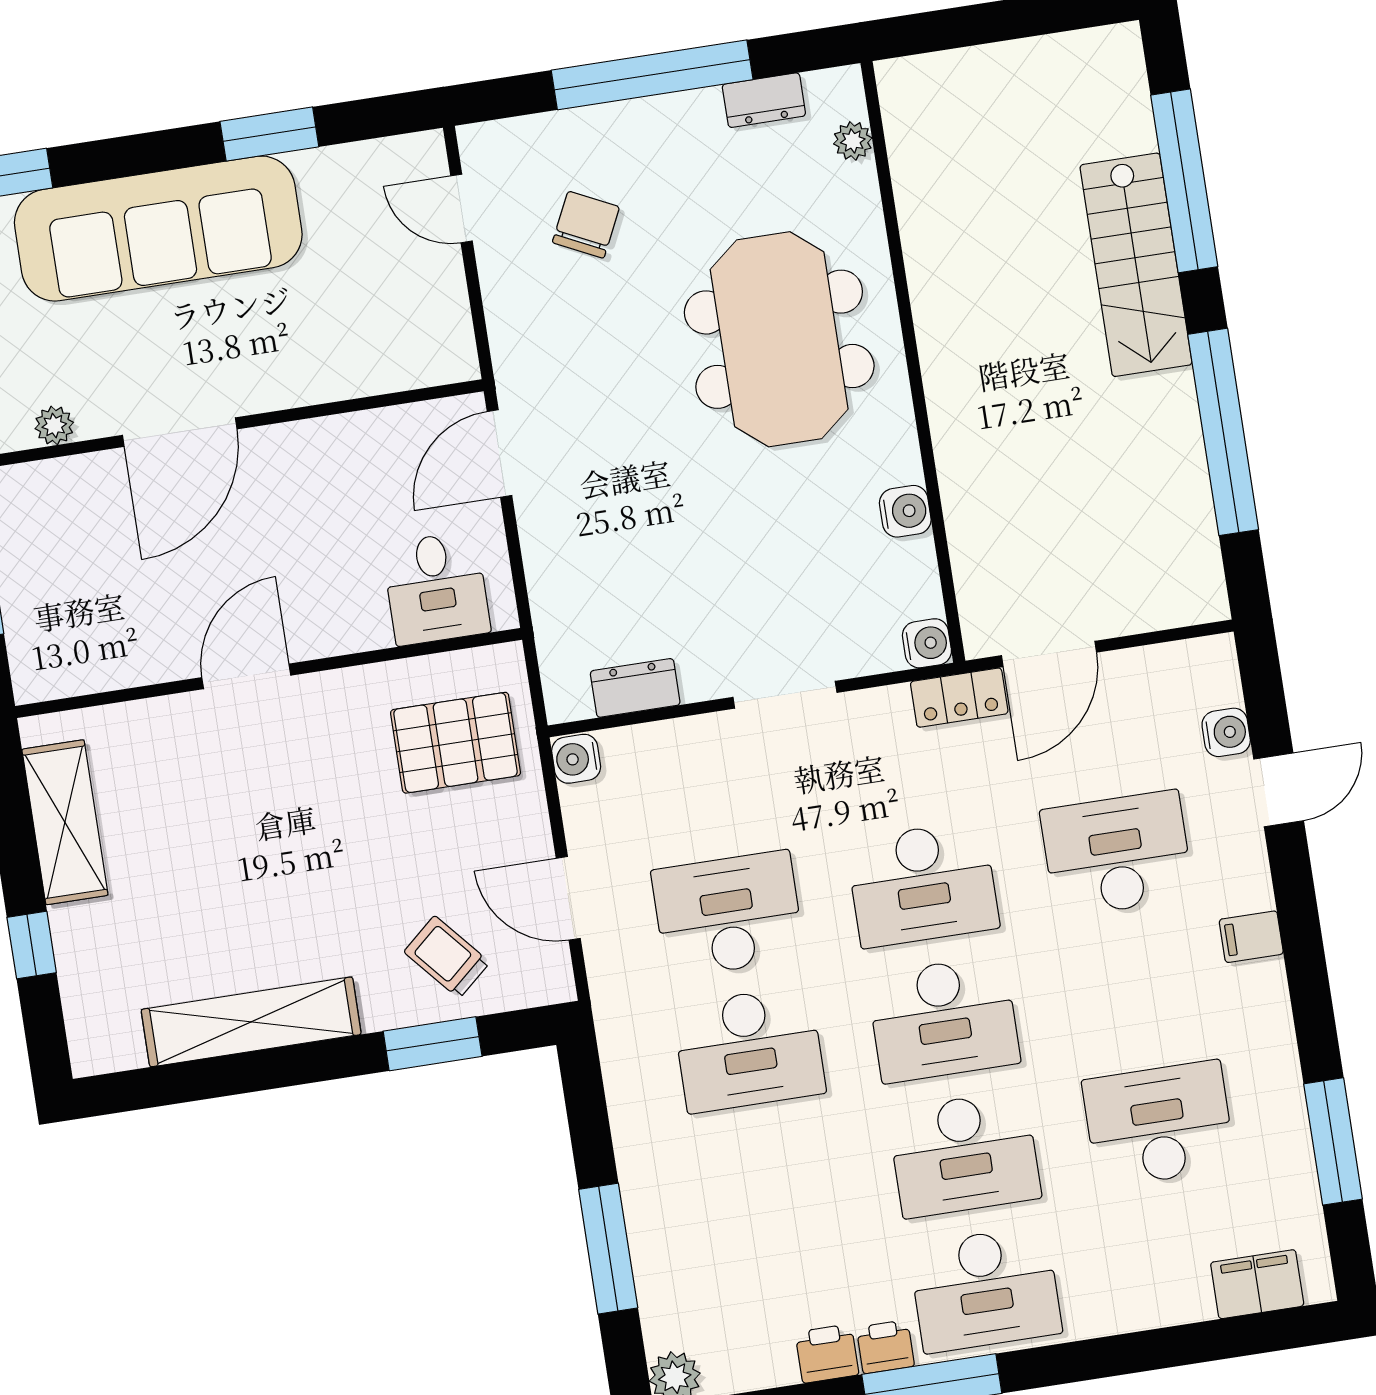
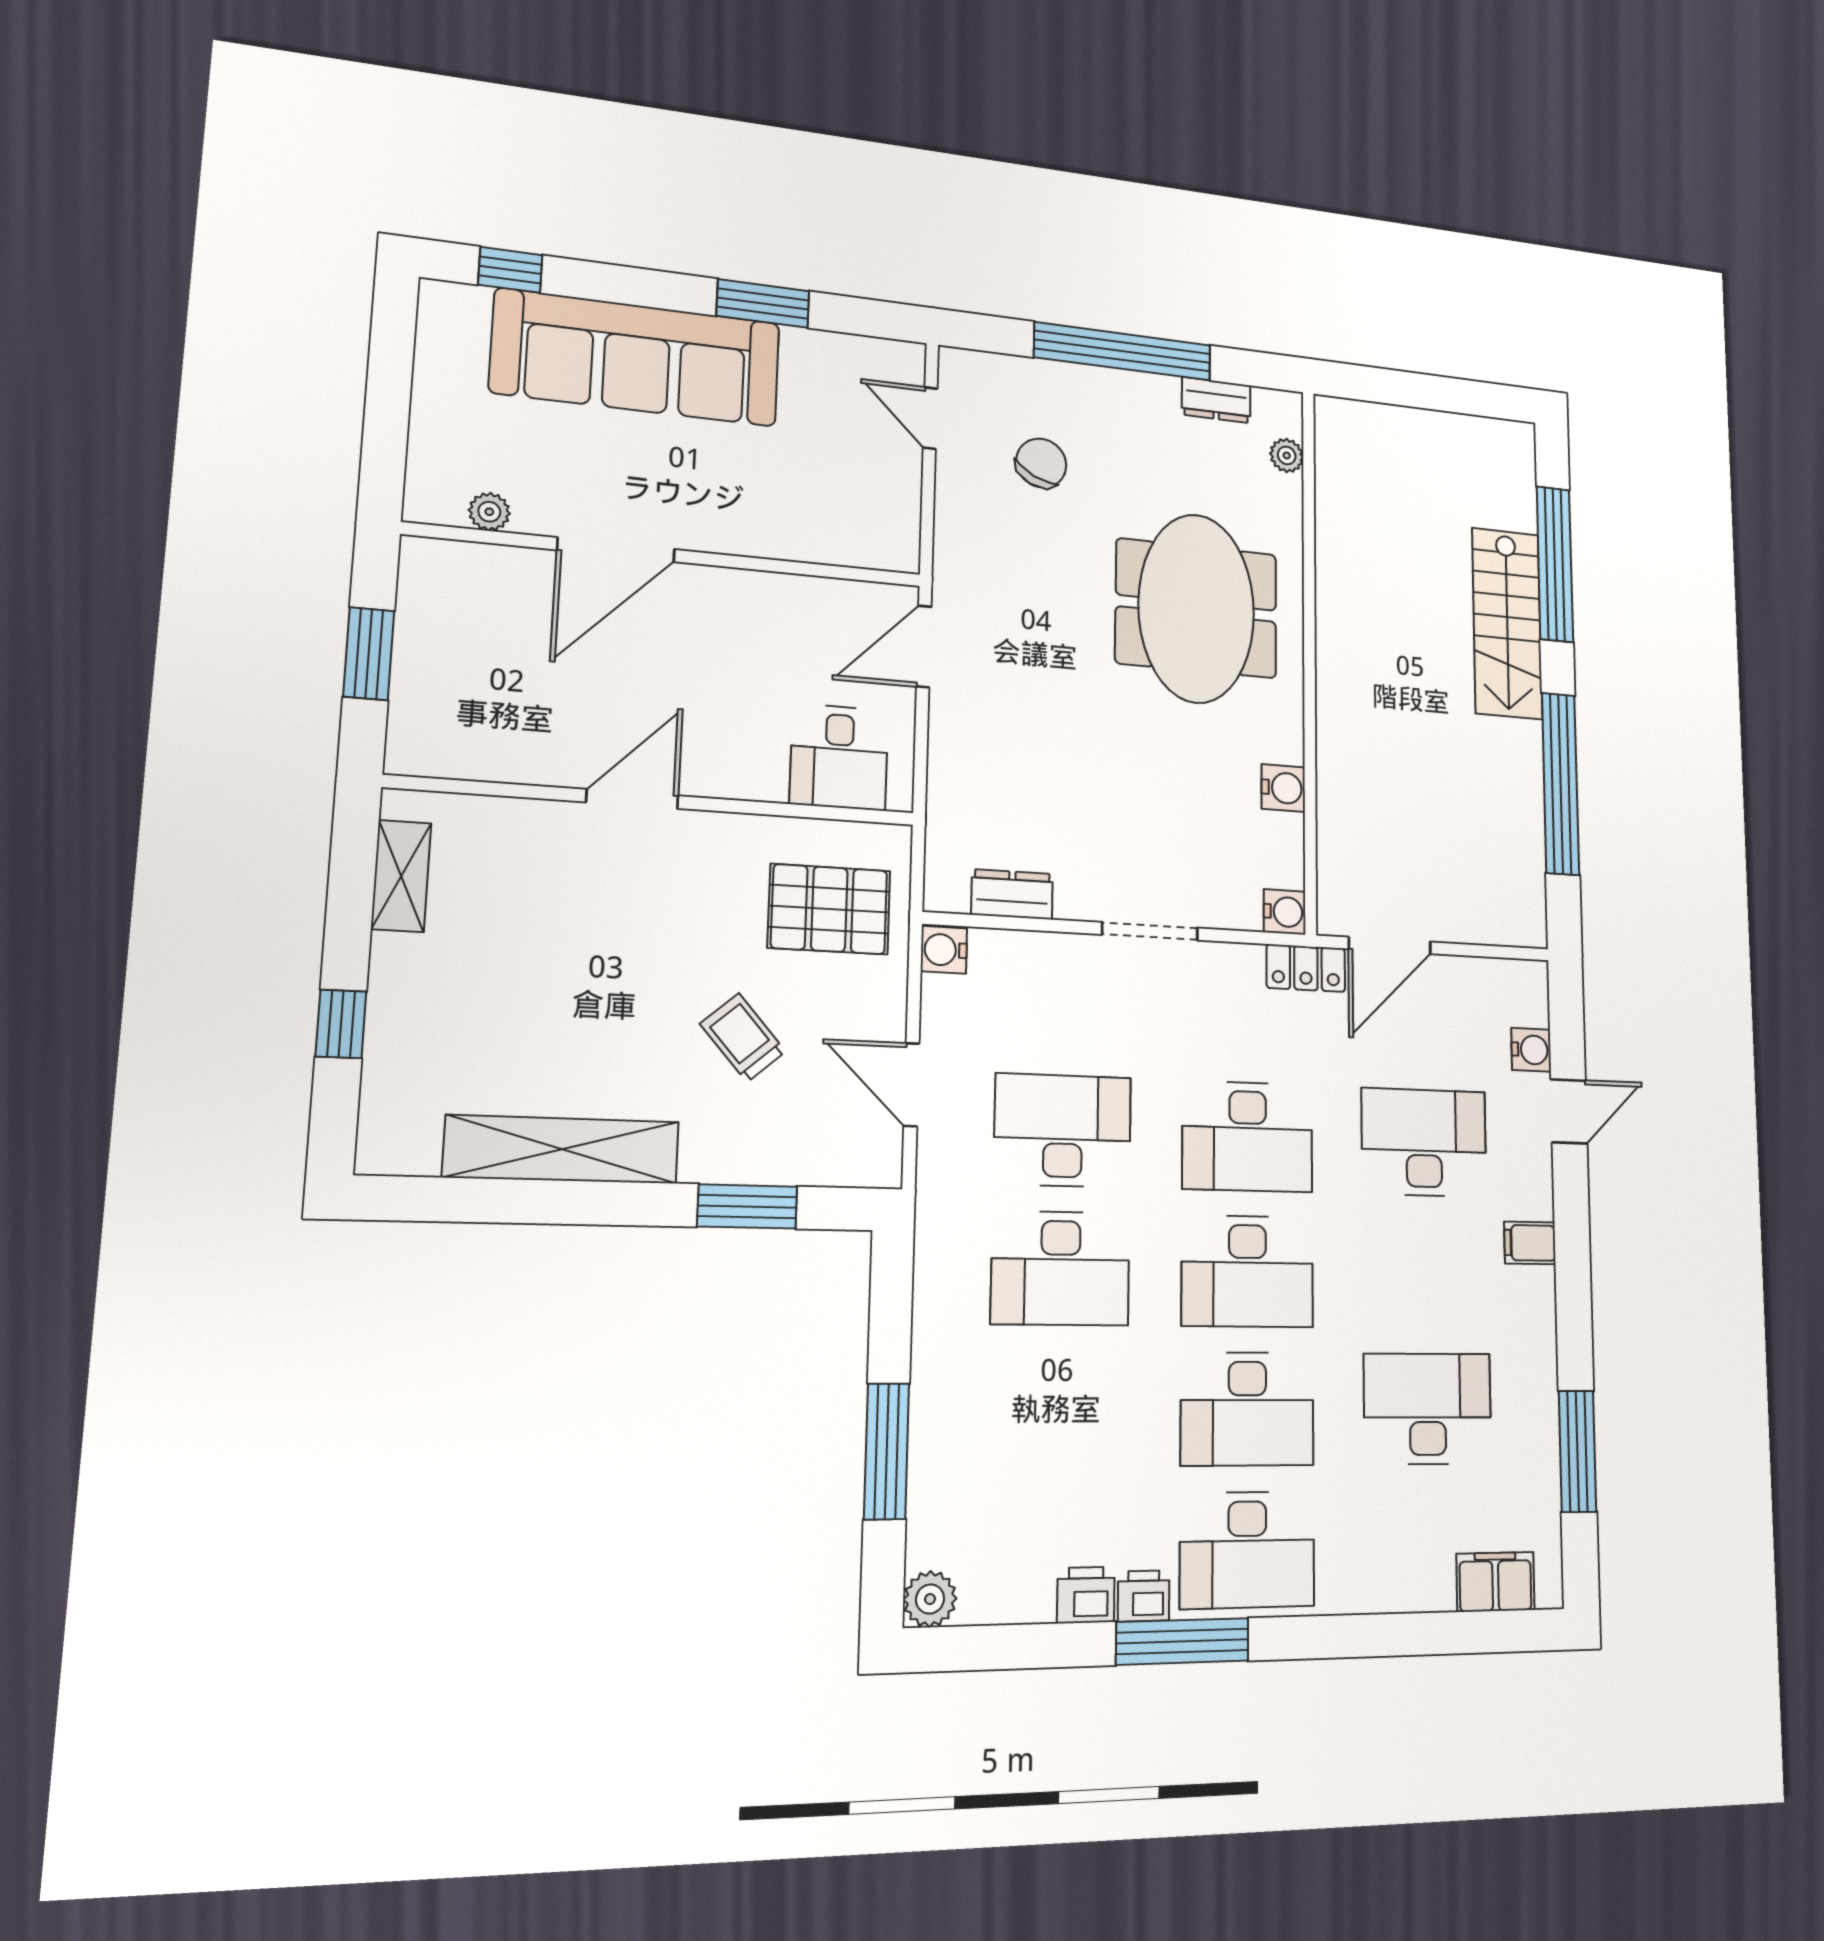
shelving: (65, 822) -> (401, 876), width x0.67, depth x0.75
trolley: (447, 957) -> (743, 1038), moved

